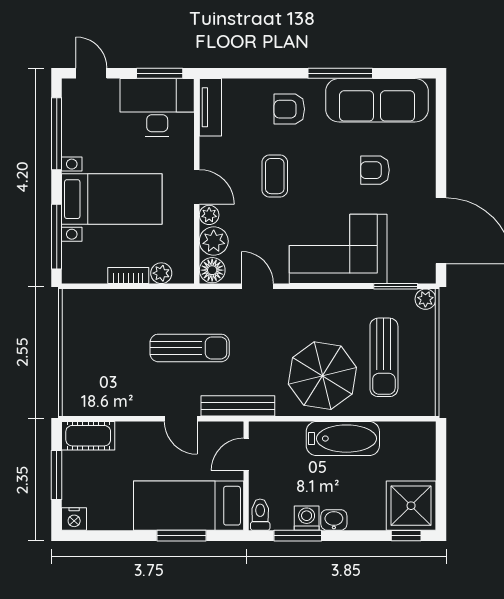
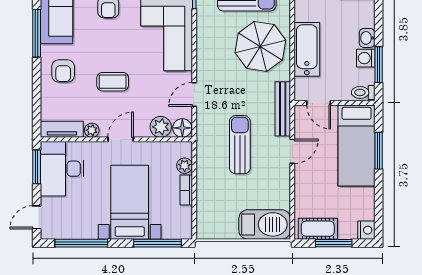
plant: (209, 215) -> (92, 130), moved
barbecue: (82, 381) -> (265, 224), added
cot: (88, 436) -> (318, 229), moved, turned 90
bathtub: (343, 439) -> (307, 49), moved

